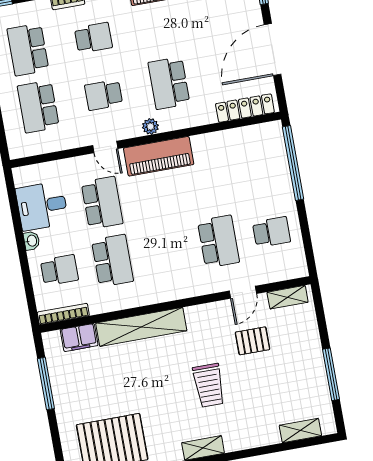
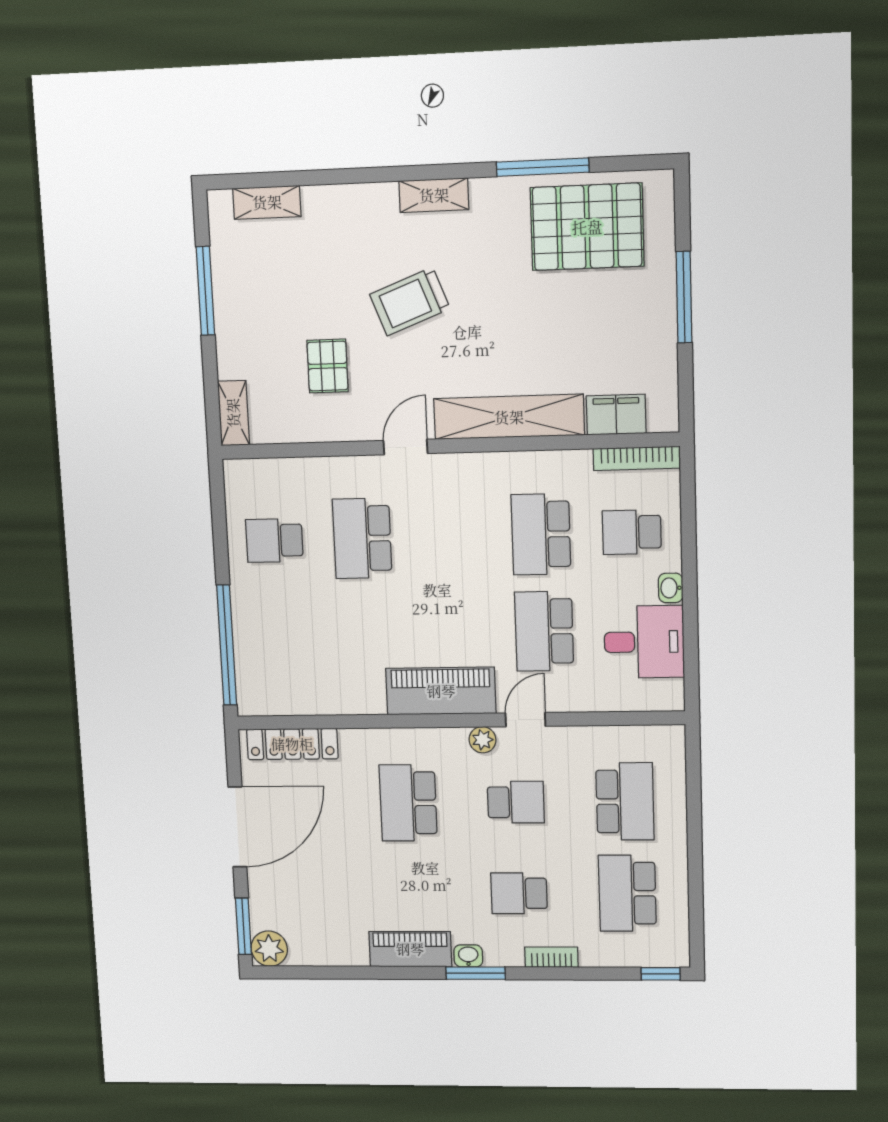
school desk: (28, 50) -> (627, 893), turned 180
school desk: (169, 83) -> (408, 803), turned 180
plant: (150, 126) -> (483, 740), moved
door: (105, 147) -> (525, 720), hinge flipped
door: (243, 292) -> (405, 447), moved
shelving: (288, 297) -> (233, 413), moved, turned 90
pallet: (252, 341) -> (328, 366), turned 90
window: (46, 384) -> (684, 297), moved
trolley: (209, 385) -> (410, 302), turned -111

